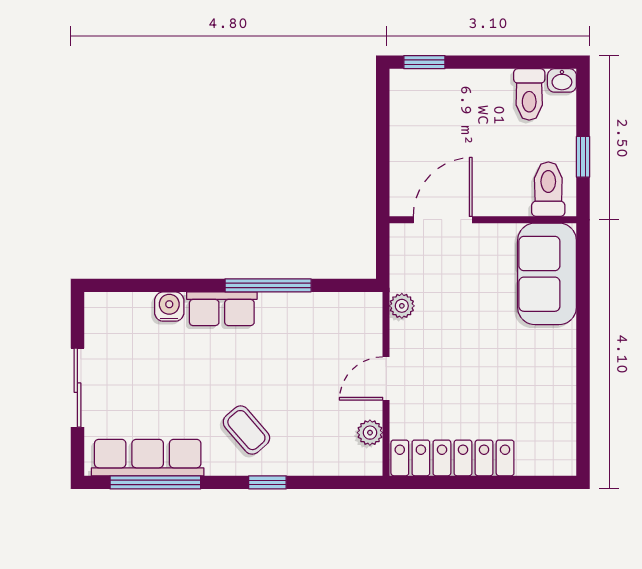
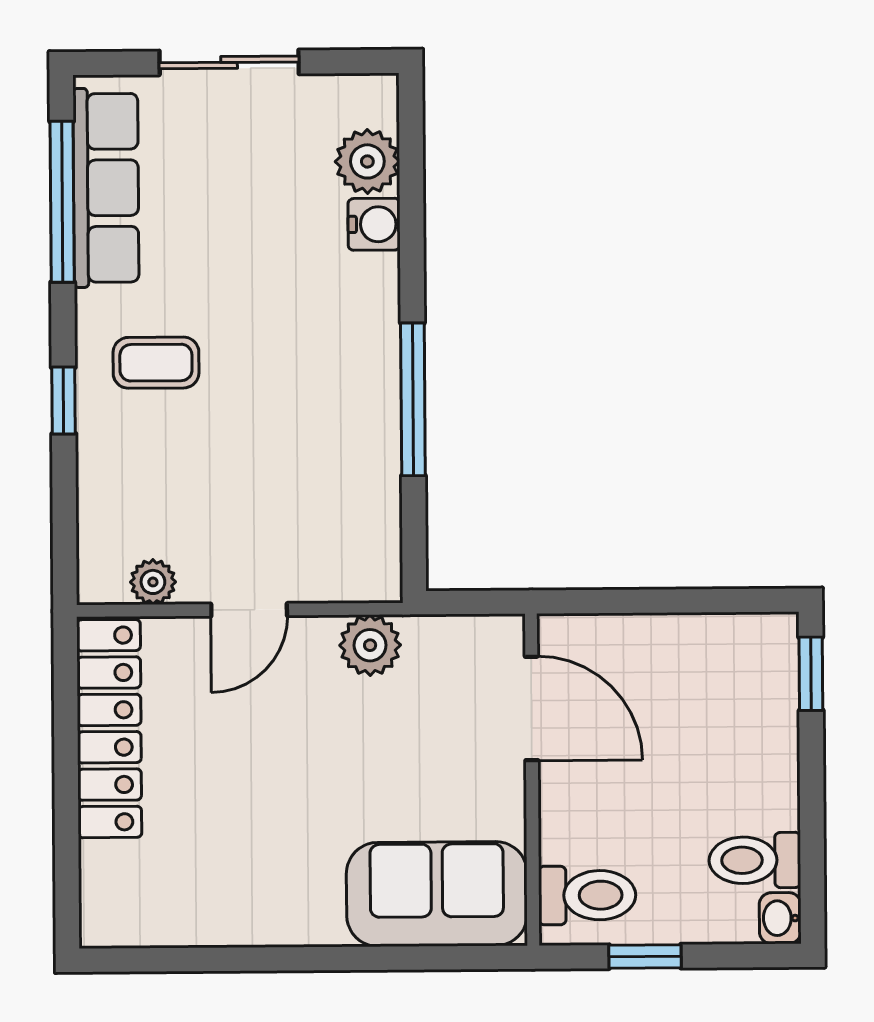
plant: (402, 306) -> (370, 645), width x1.38, depth x1.38
row of seats: (222, 309) -> (371, 317), removed
plant: (134, 310) -> (367, 161), added
door: (386, 379) -> (249, 610), swing flipped
coffee table: (246, 430) -> (156, 363), turned 41

